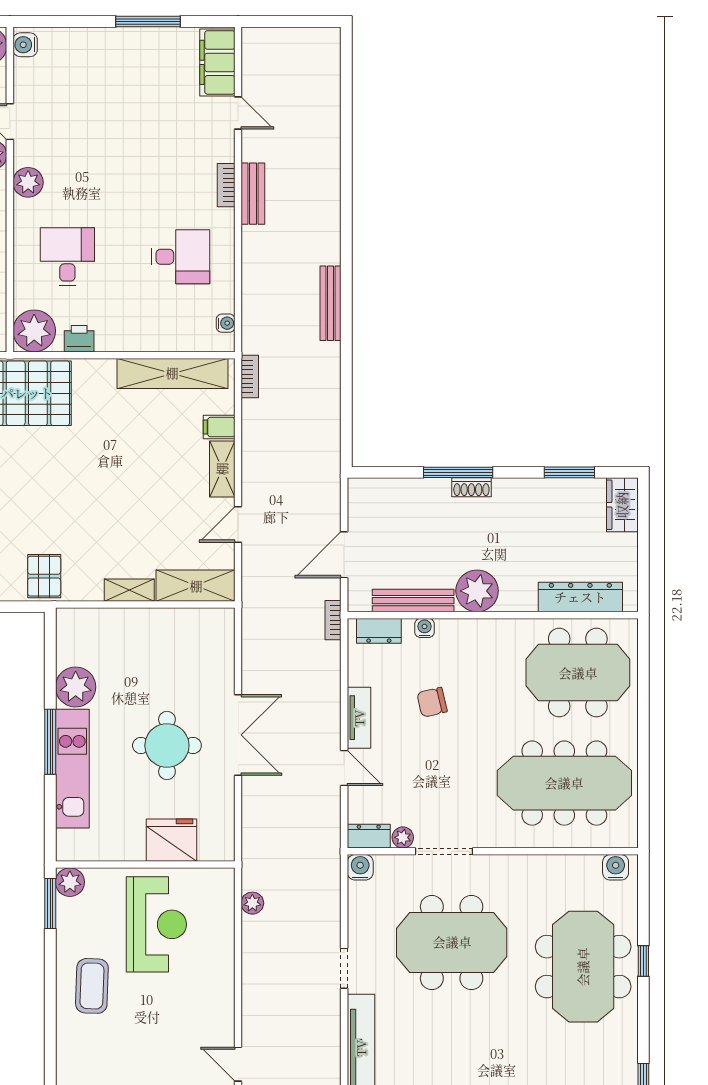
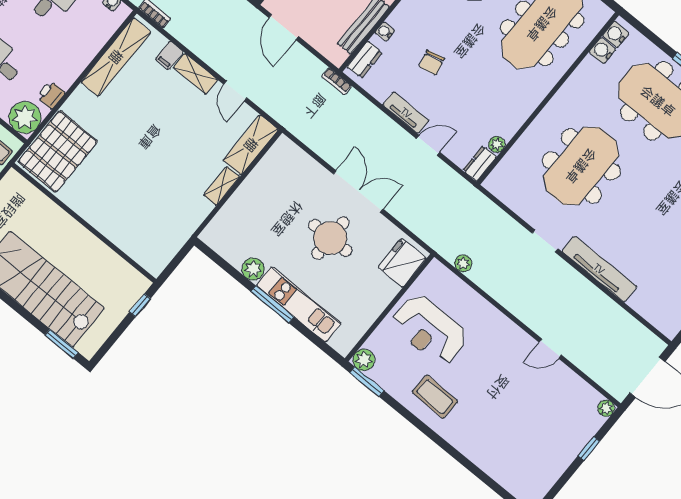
door: (344, 555) -> (284, 27), moved
pallet: (44, 576) -> (173, 229), removed
plant: (76, 687) -> (253, 269), width x0.73, depth x0.73
fridge: (171, 840) -> (402, 263), moved
doorway: (444, 851) -> (524, 127), removed
water cooler: (360, 867) -> (602, 51), moved
reception desk: (156, 924) -> (430, 330), turned 180

